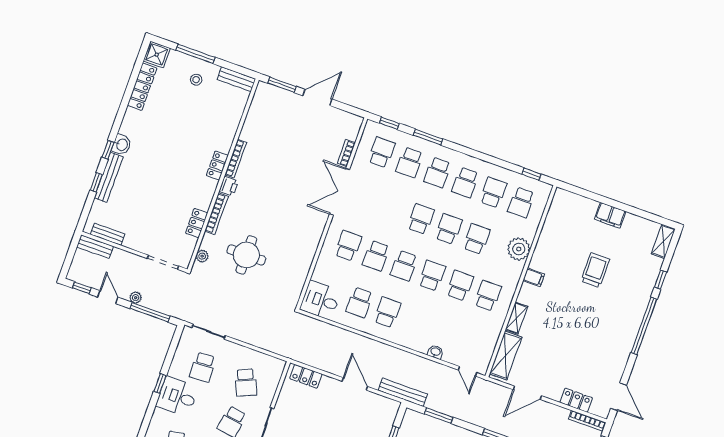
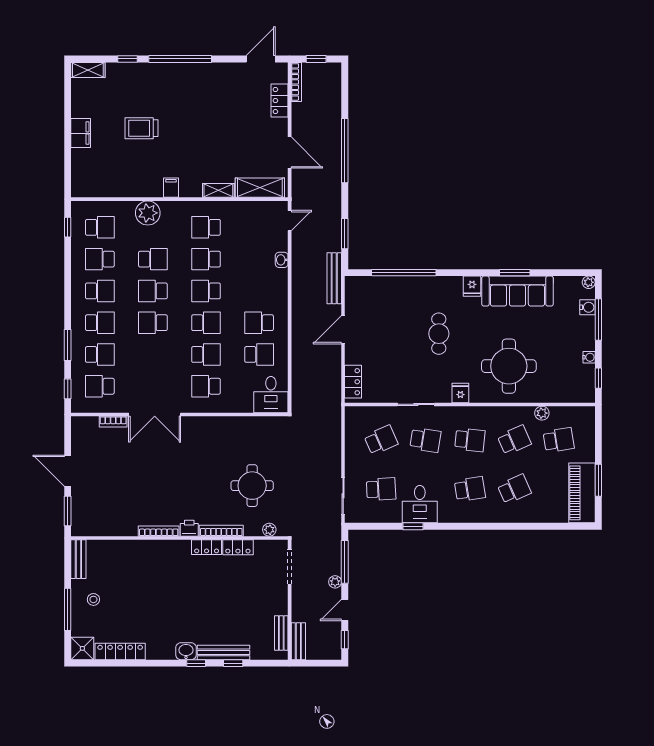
locker: (217, 166) -> (207, 547), moved
school desk: (477, 239) -> (153, 259), turned 180

